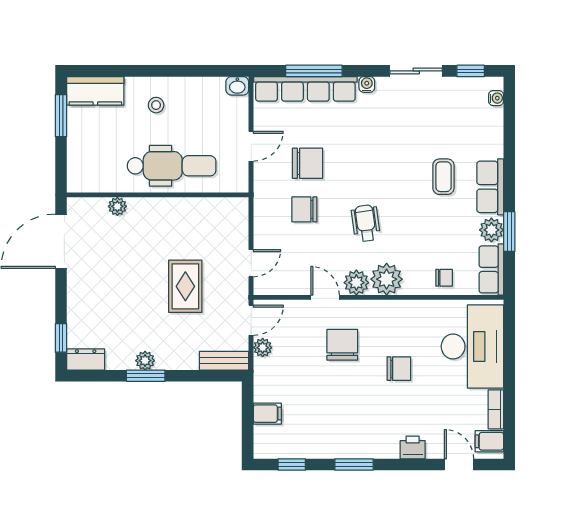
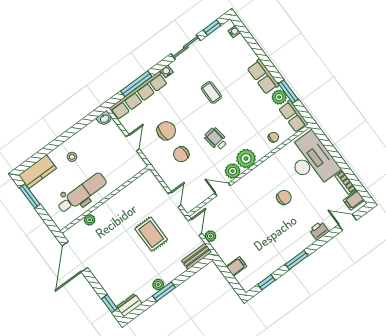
dental chair: (172, 166) -> (82, 193), moved
coffee table: (443, 177) -> (211, 92), moved
chair: (342, 345) -> (248, 206), removed

